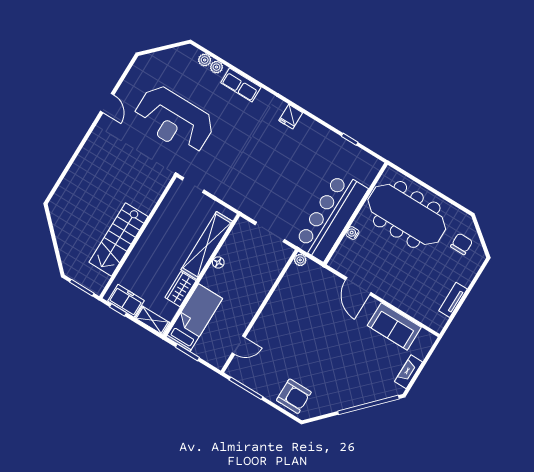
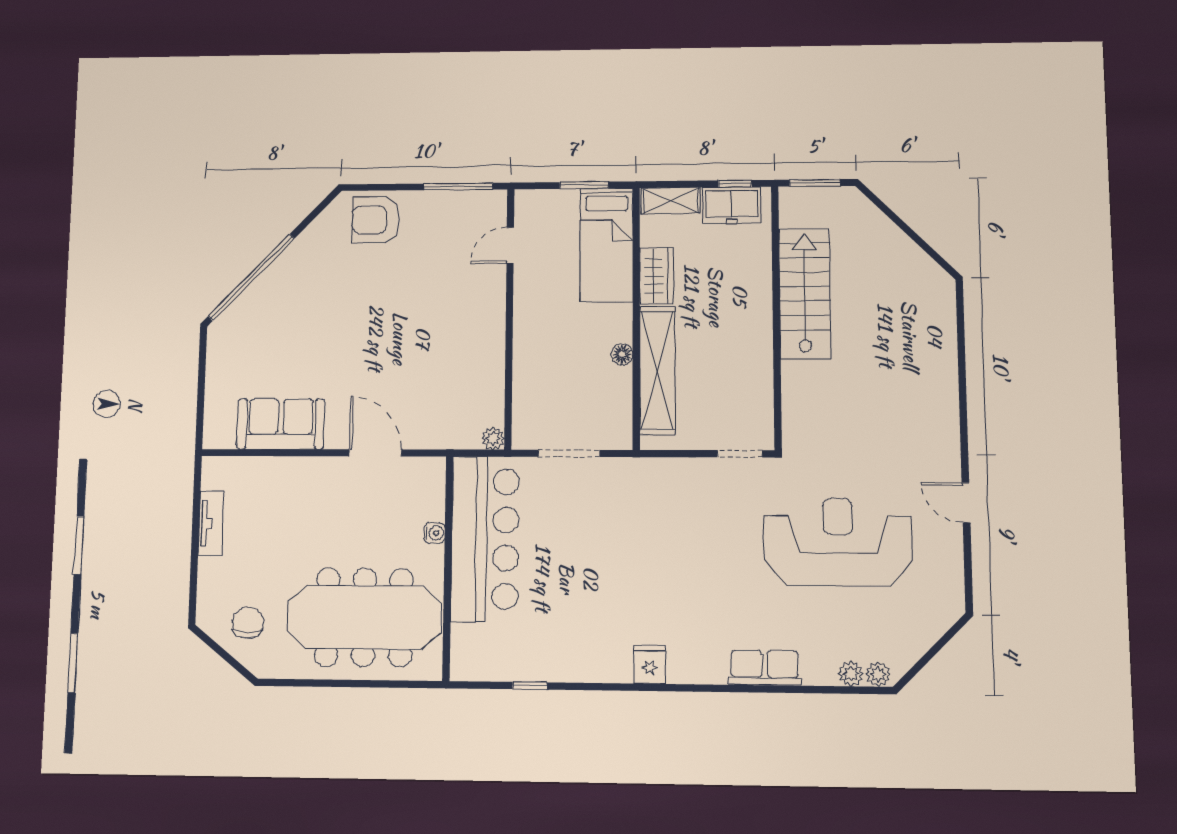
plant: (216, 67) -> (878, 674), moved
chair: (462, 244) -> (248, 623), turned 180
fireplace: (409, 372) -> (218, 367), removed

